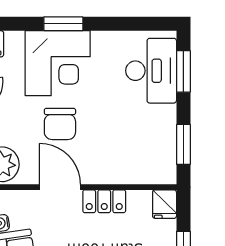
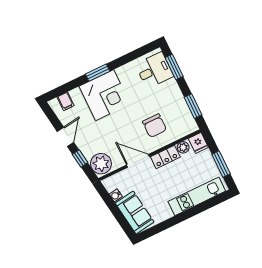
desk: (151, 71) -> (154, 70), width x0.73
chair: (60, 124) -> (154, 126), moved
plant: (138, 200) -> (183, 147), added

